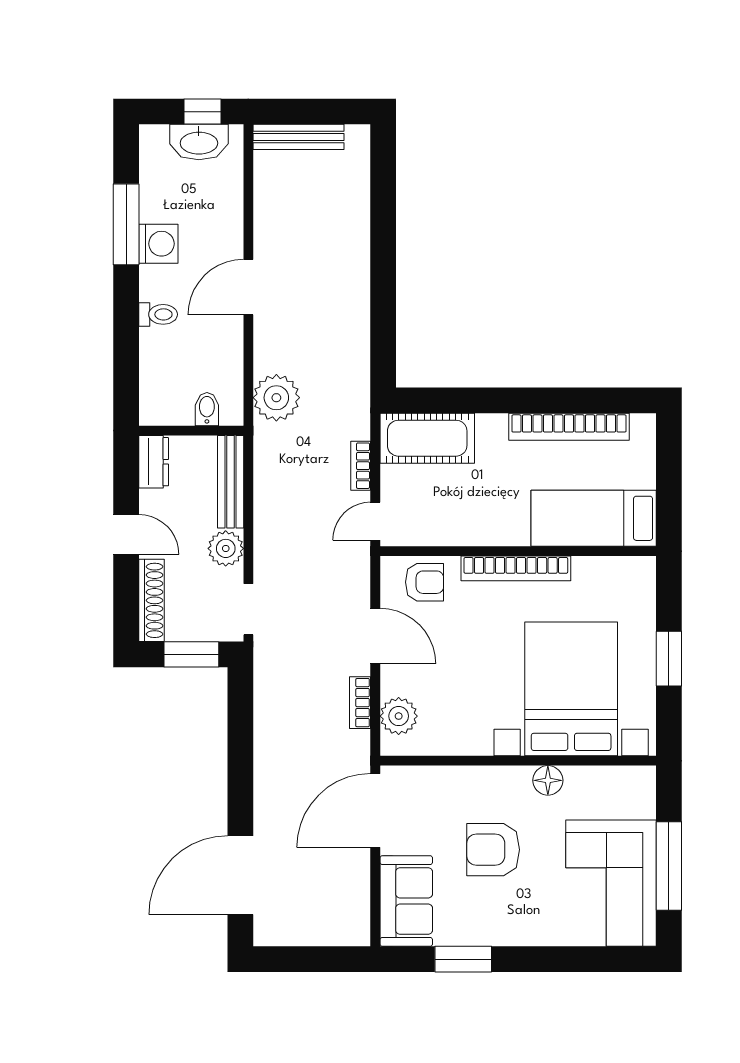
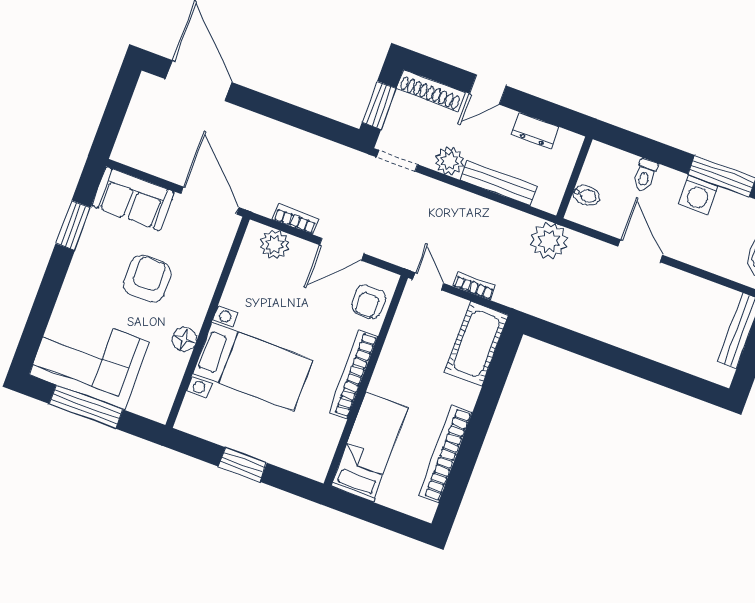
bidet: (207, 409) -> (586, 195), moved
wall: (191, 431) -> (574, 177), moved
bed with nightstands: (571, 689) -> (253, 367), width x0.73

